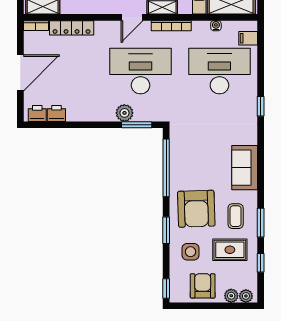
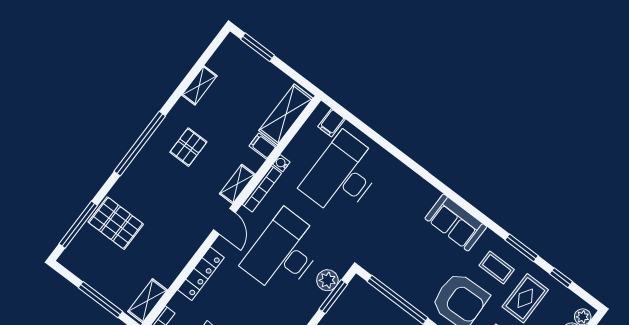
water cooler: (216, 26) -> (281, 163), moved
locker: (72, 28) -> (201, 274), moved
window: (261, 106) -> (408, 161), removed
plant: (124, 113) -> (327, 280), moved

